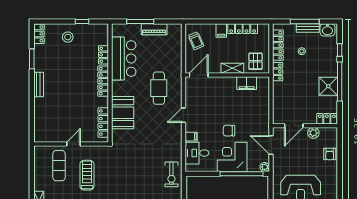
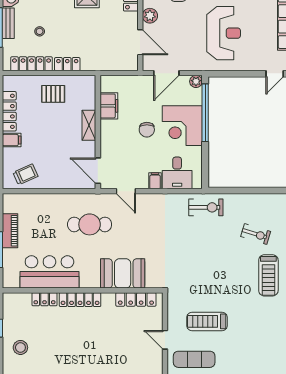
shelving: (232, 68) -> (89, 125), moved
door: (199, 75) -> (98, 171), moved
wall: (227, 75) -> (98, 132), moved
filing cabinet: (247, 83) -> (109, 106), moved

